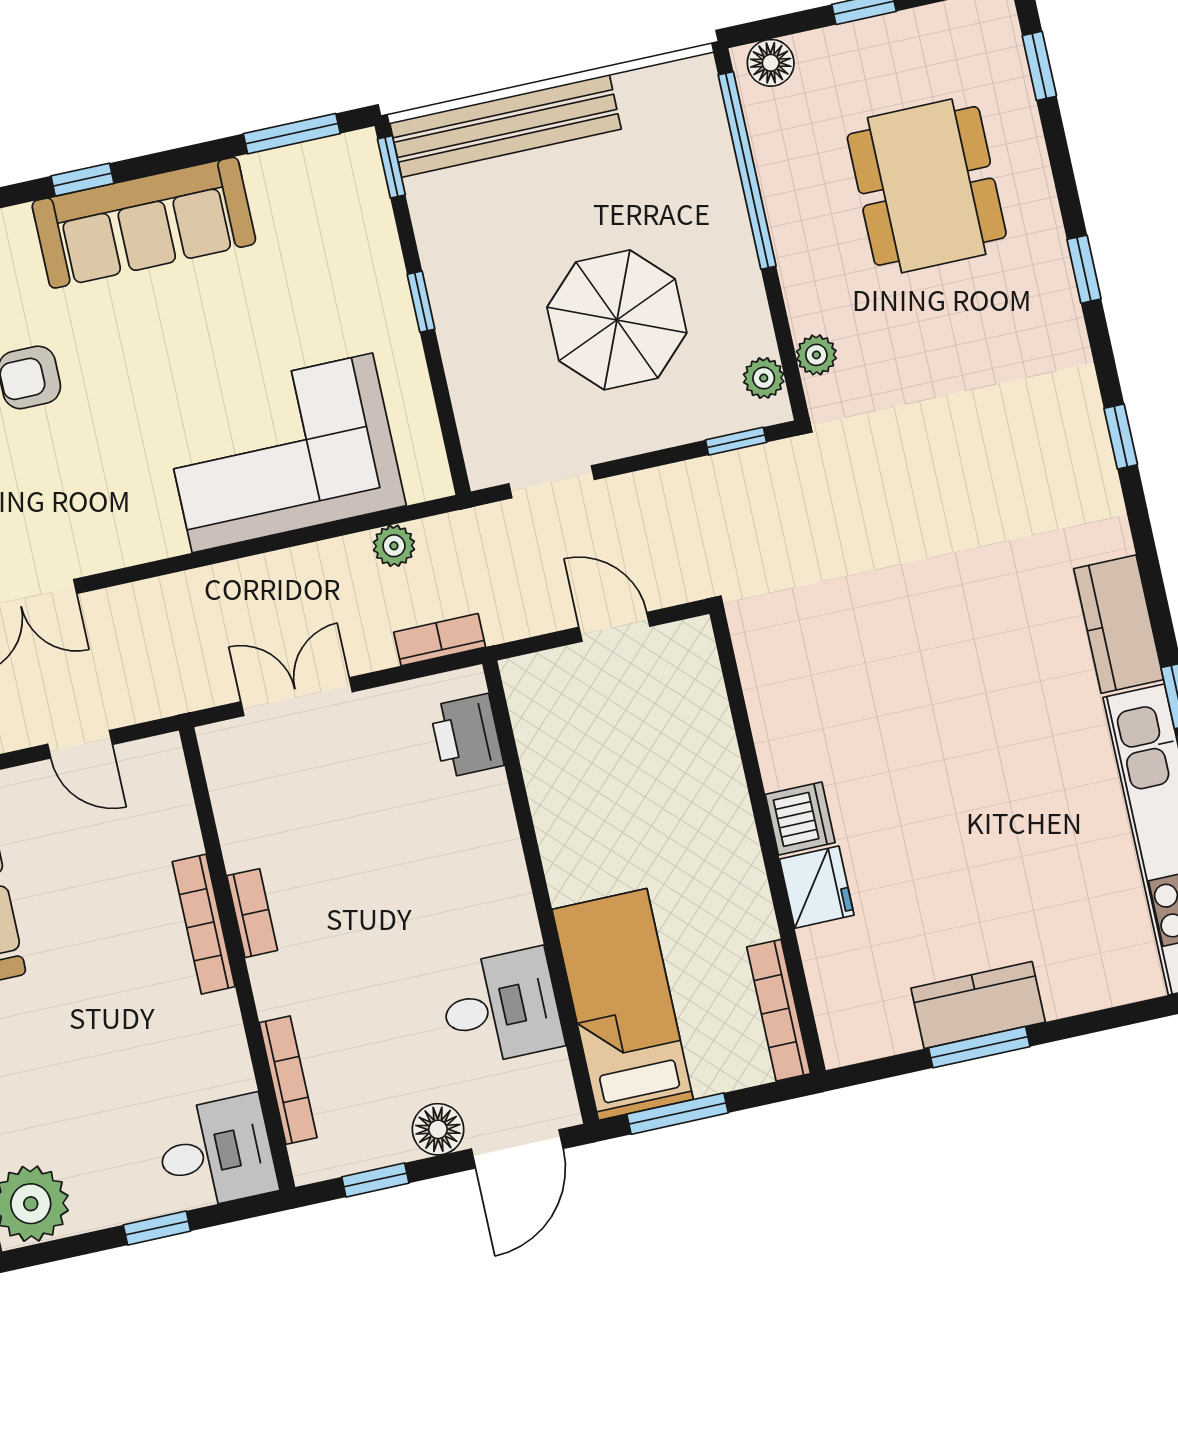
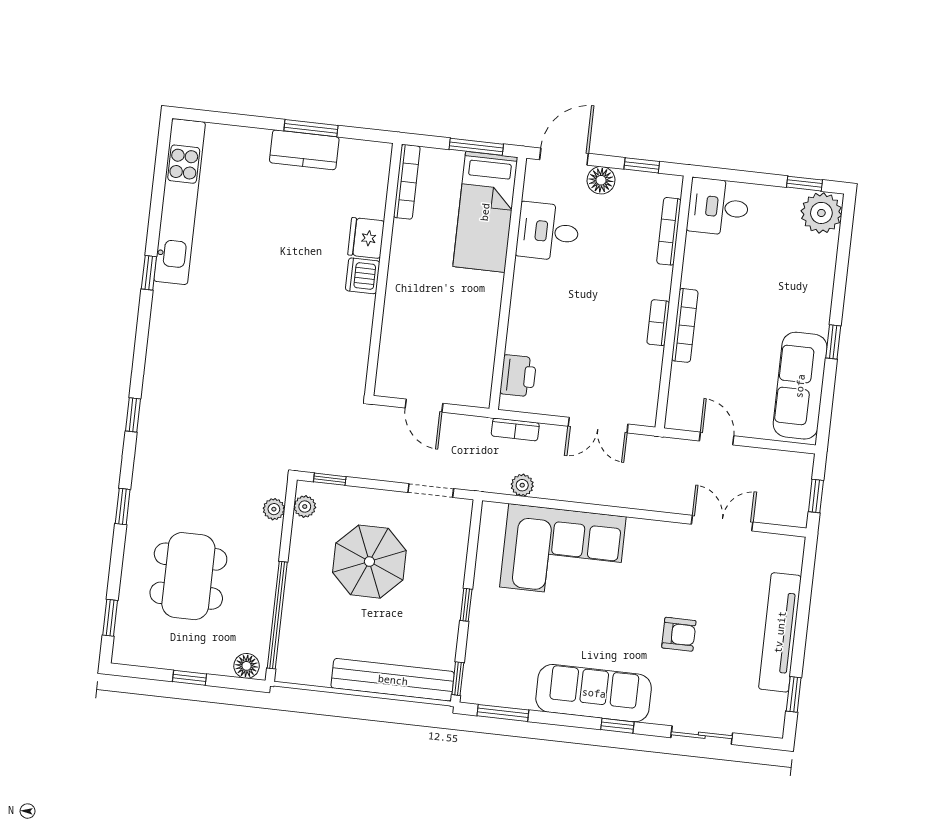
kitchen counter: (1119, 624) -> (167, 320), removed
window: (157, 1228) -> (805, 184), moved

